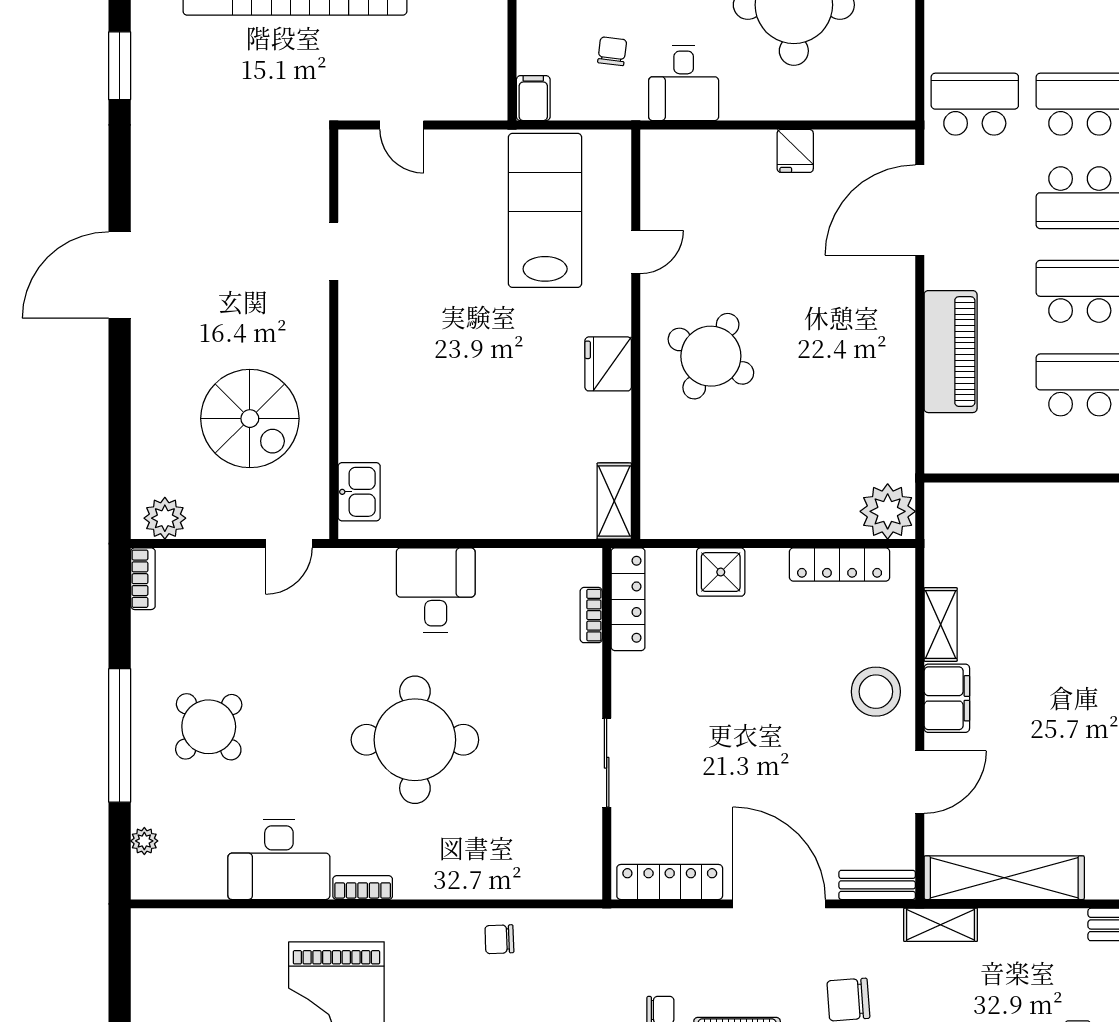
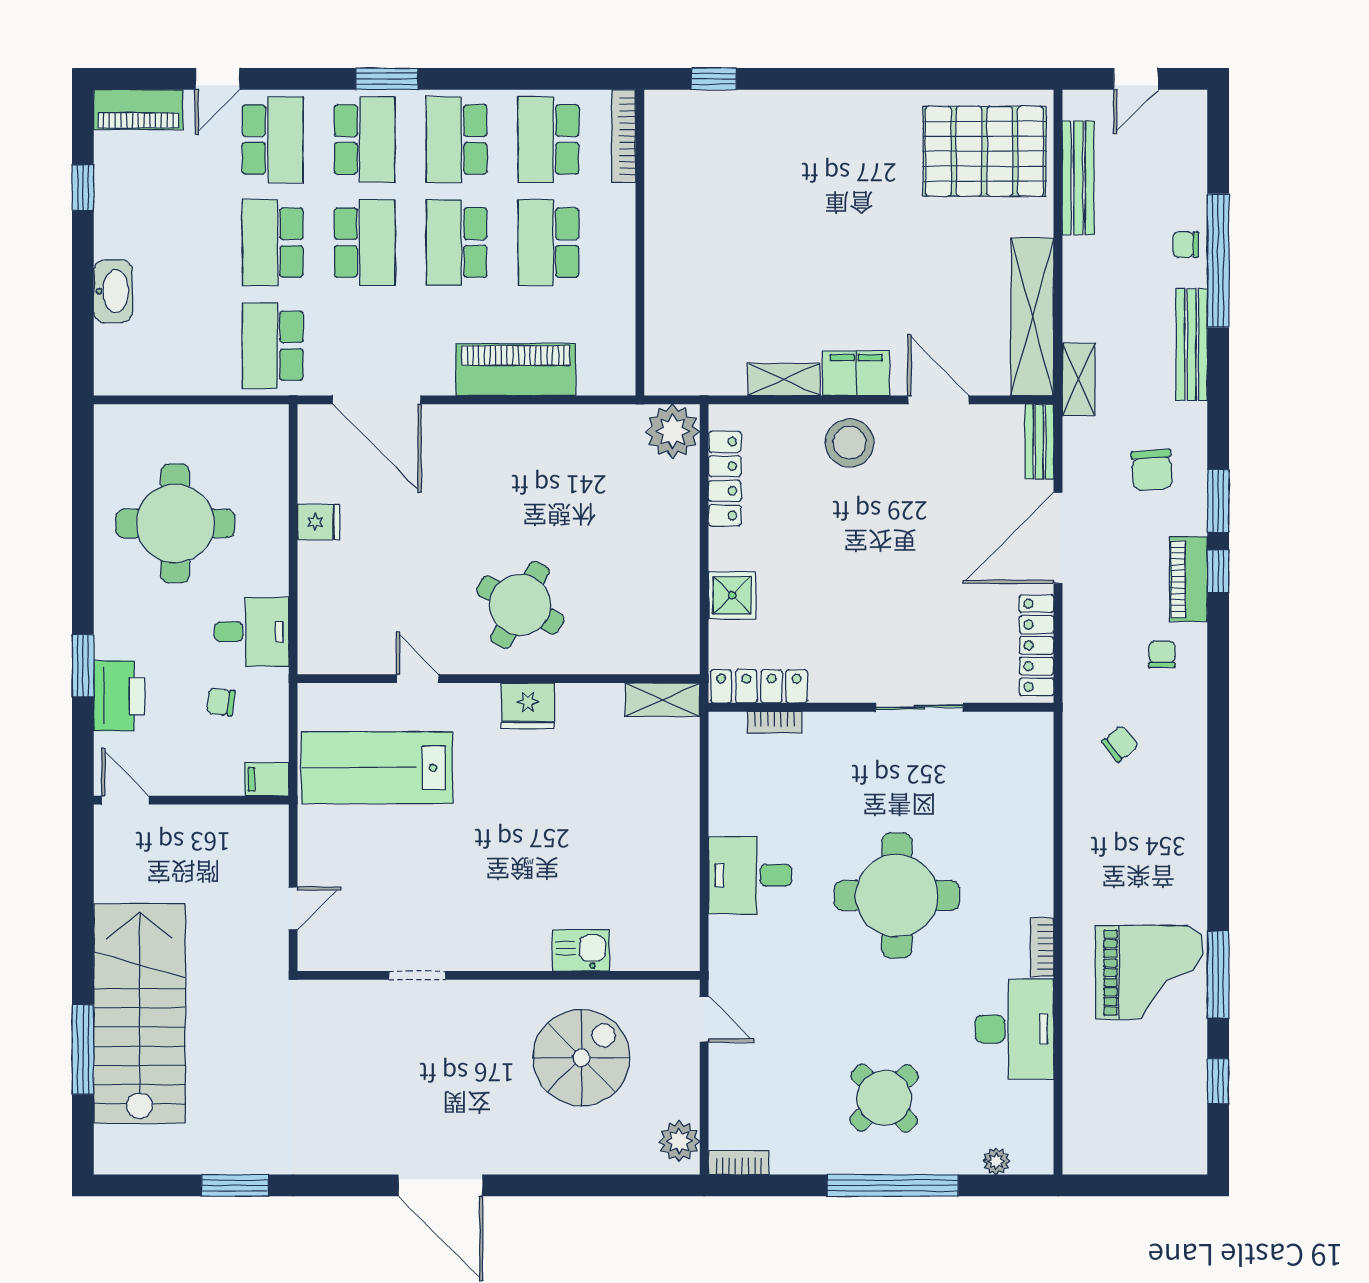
kitchen sink: (359, 492) -> (581, 950), moved
chair: (499, 939) -> (1120, 744), moved, turned -127

